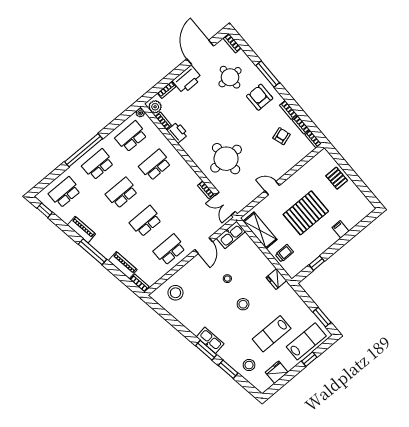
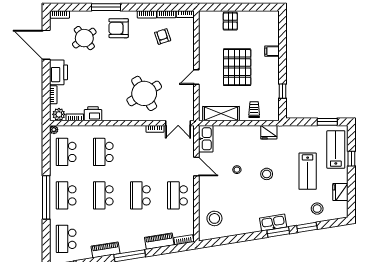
round table: (230, 77) -> (84, 38), turned -38
round table: (226, 159) -> (144, 93), turned -31
pallet: (337, 178) -> (230, 21), turned 90

